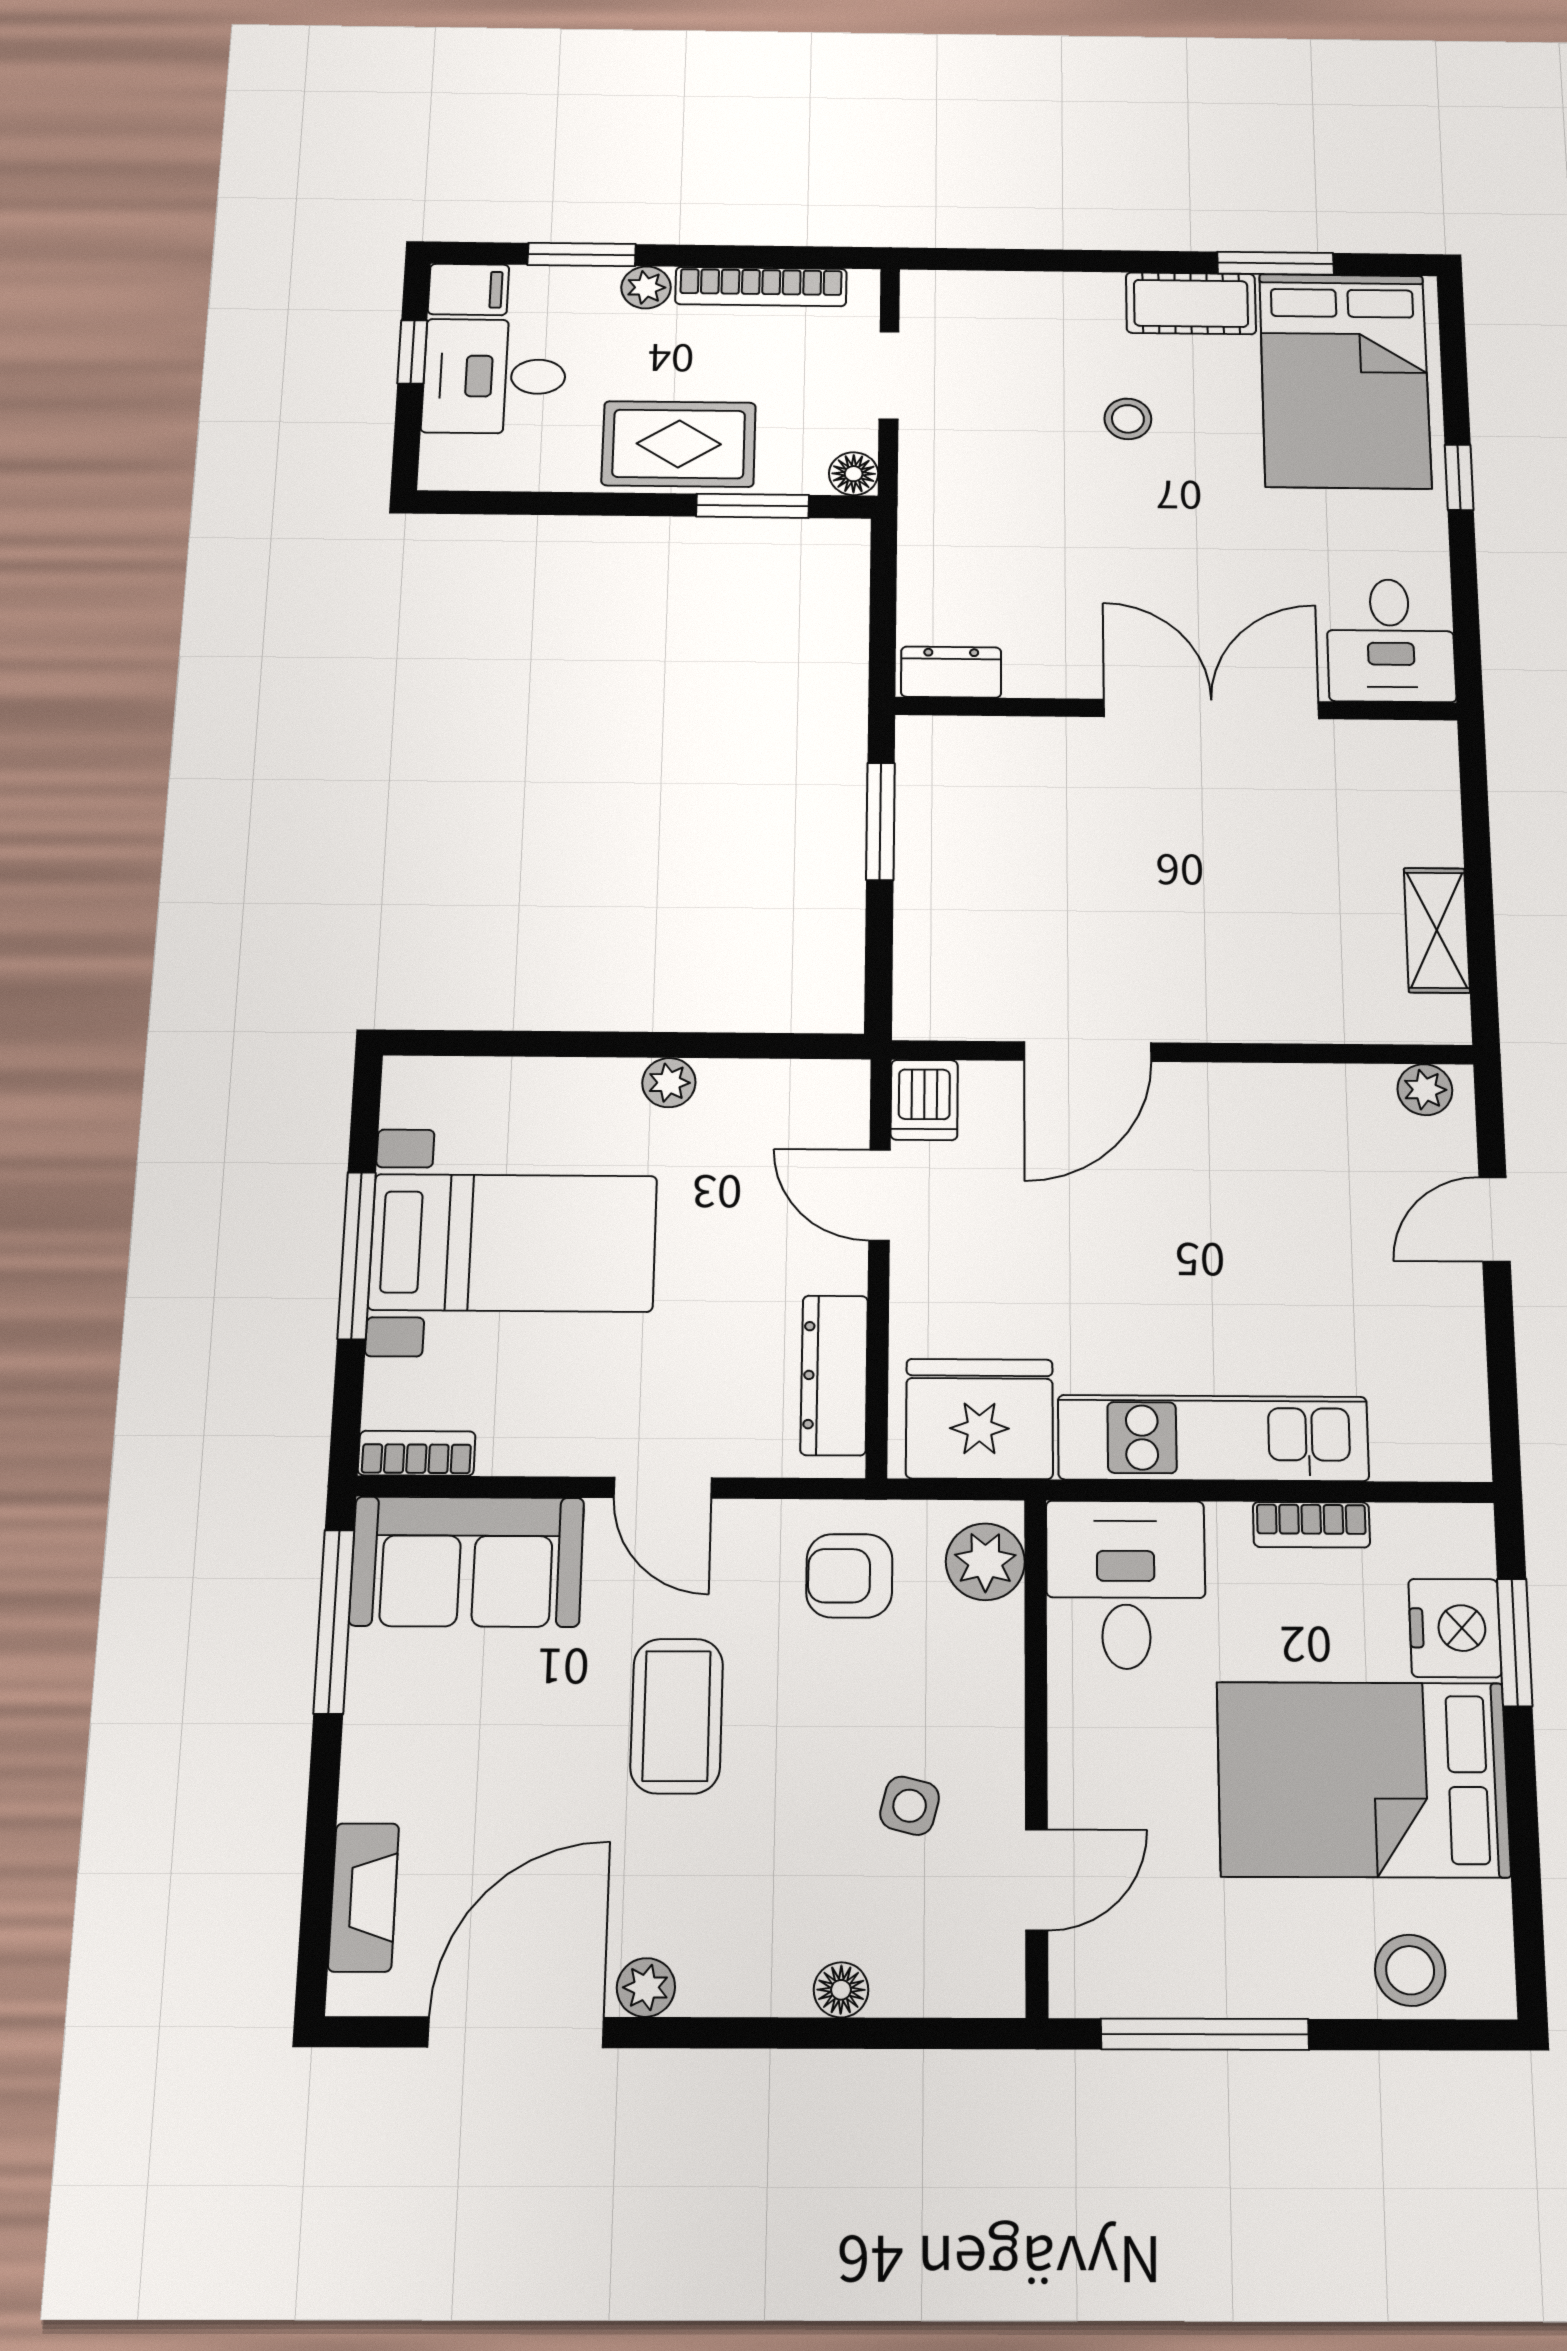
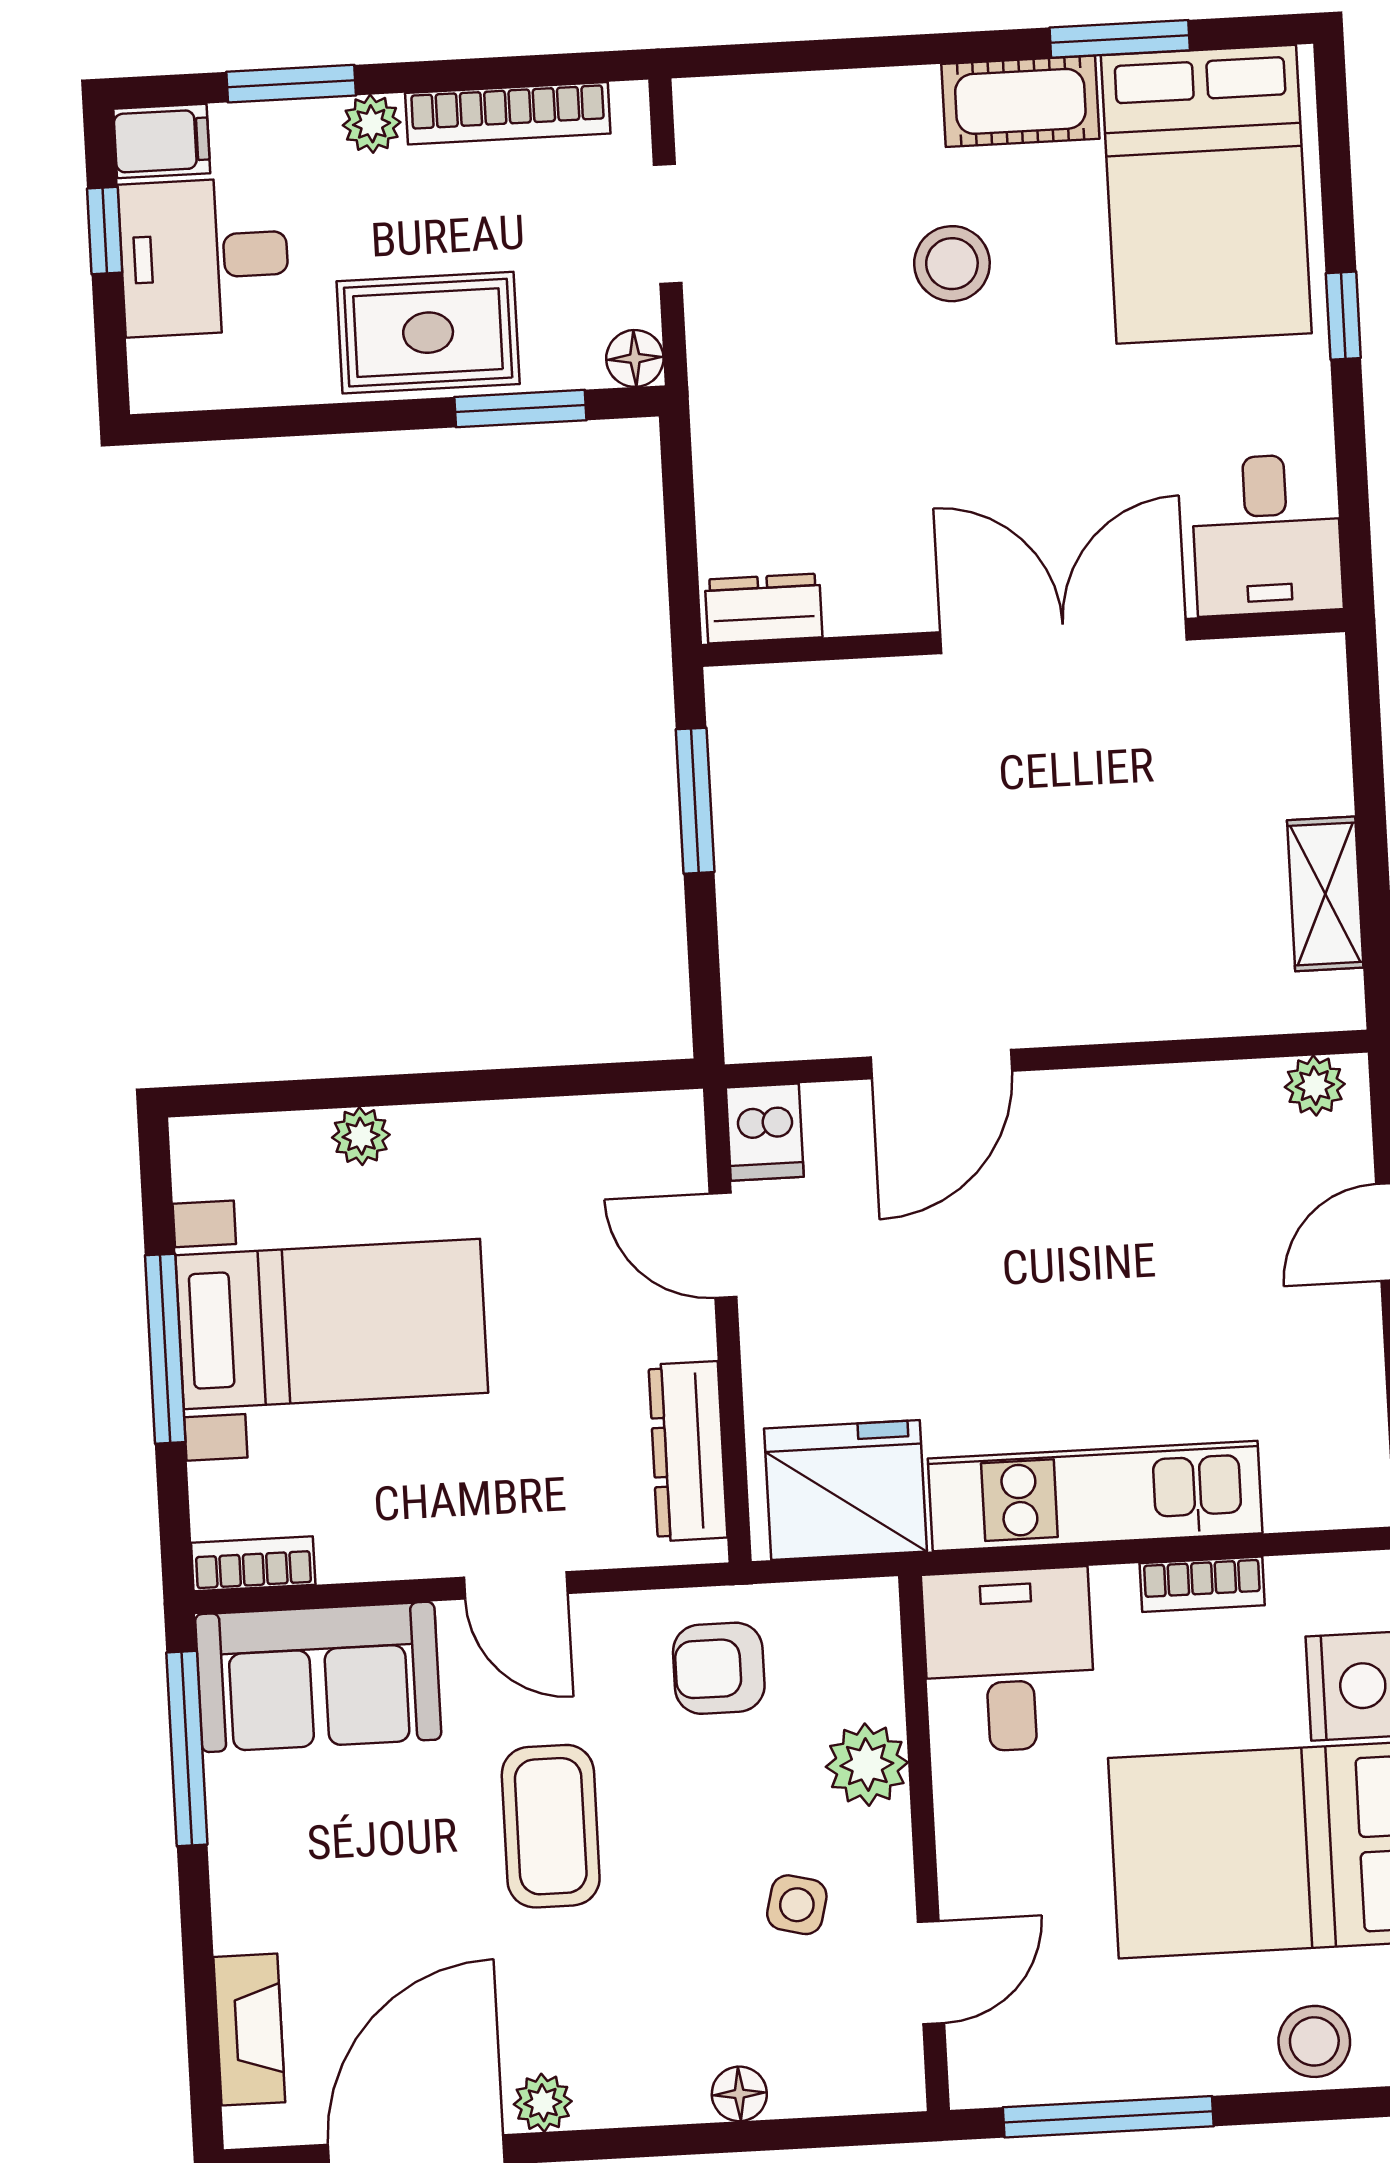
stool: (1128, 419) -> (952, 264), width x1.37, depth x1.37
plant: (669, 1083) -> (361, 1136), moved
plant: (985, 1562) -> (867, 1765), moved

